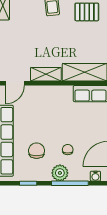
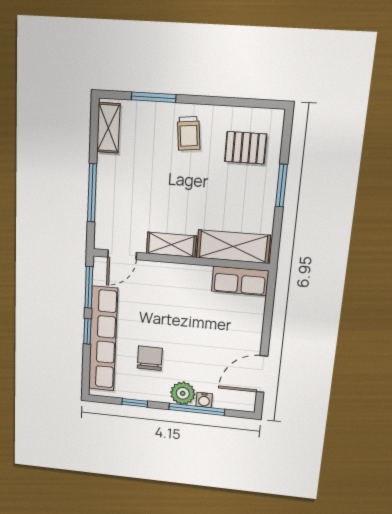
chair: (68, 150) -> (197, 361), removed
water cooler: (95, 176) -> (204, 400), moved

